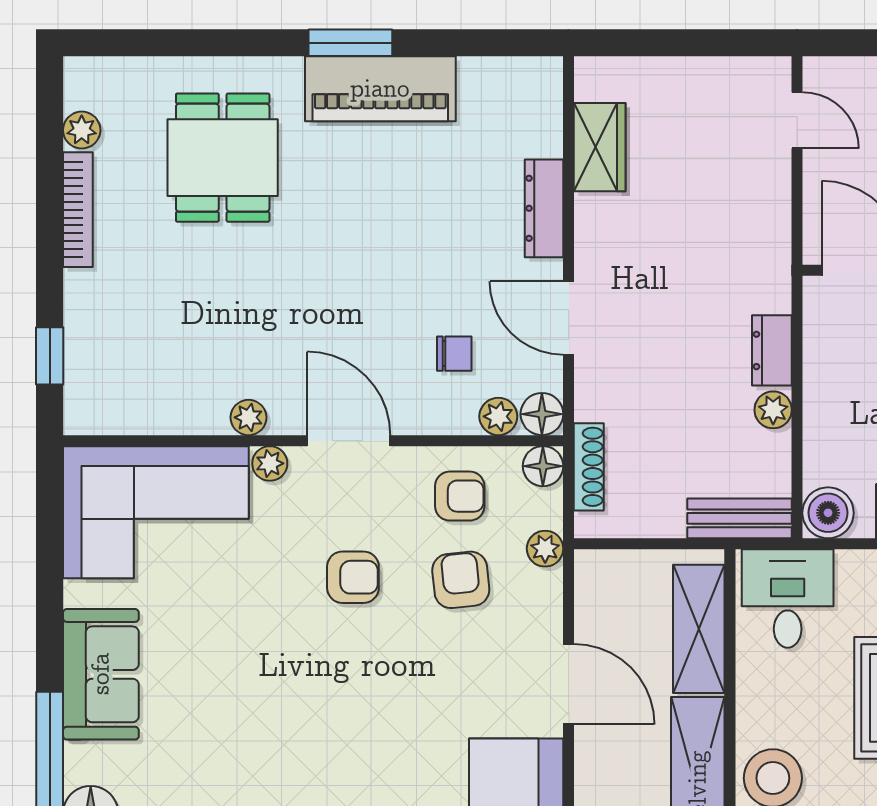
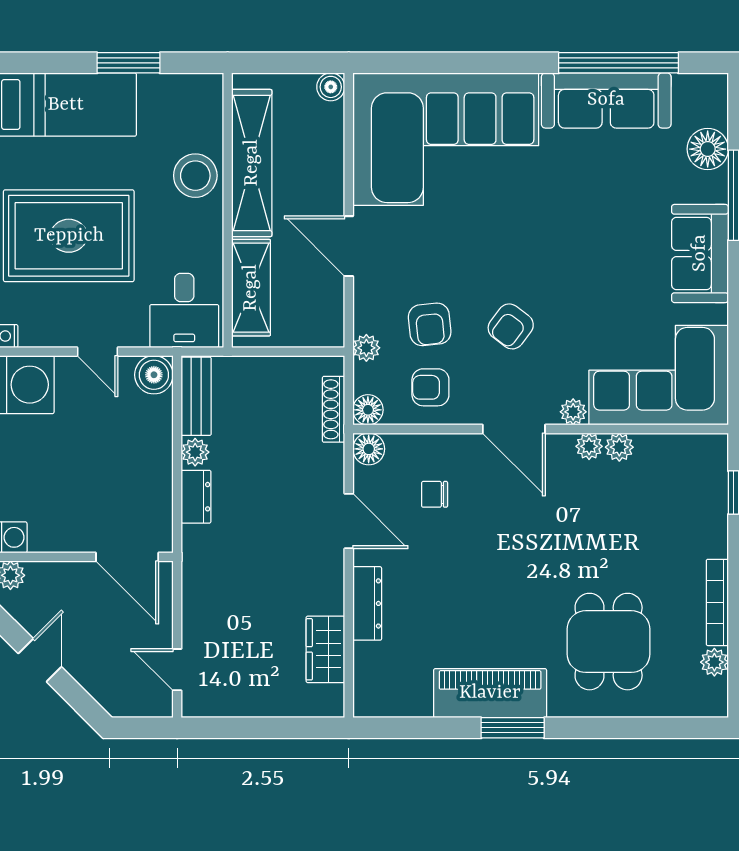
plant: (498, 416) -> (619, 447), moved
bench: (740, 518) -> (196, 396), moved, turned 90
armchair: (353, 577) -> (511, 326), turned -53

